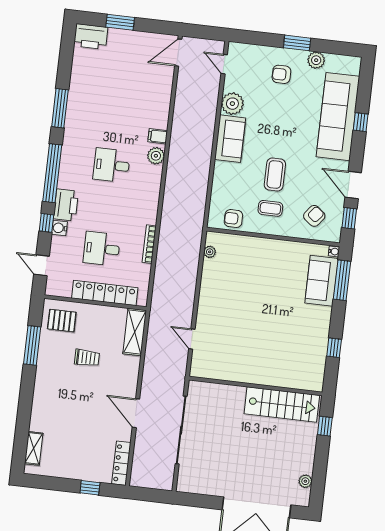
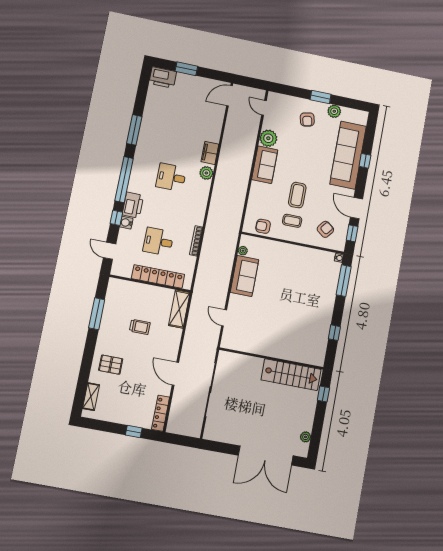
armchair: (281, 74) -> (307, 119), turned -102
filing cabinet: (158, 136) -> (210, 153), width x2.00
sofa: (322, 281) -> (244, 276), moved, turned 180
pallet: (62, 321) -> (111, 365), moved

